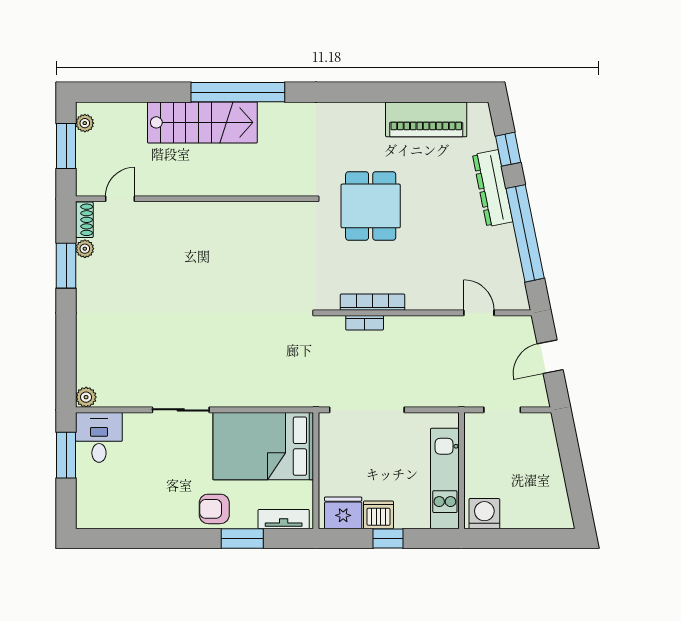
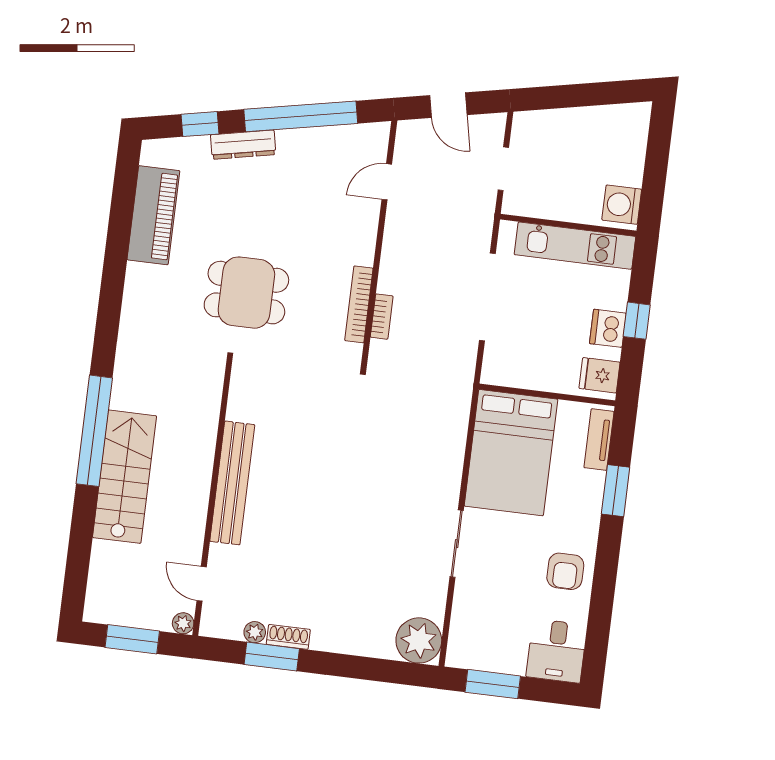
plant: (85, 123) -> (183, 623), moved
dresser: (493, 188) -> (243, 145), width x0.73, depth x0.80
bench: (208, 214) -> (232, 483), added
shoe rack: (84, 220) -> (288, 637), moved
plant: (86, 397) -> (419, 640), width x1.88, depth x1.88
doorway: (367, 410) -> (487, 297), moved
desk: (99, 437) -> (557, 651), moved, turned -90
armchair: (214, 509) -> (565, 571), moved
fridge: (343, 513) -> (600, 375), width x0.72

